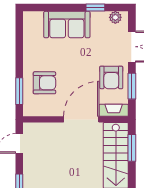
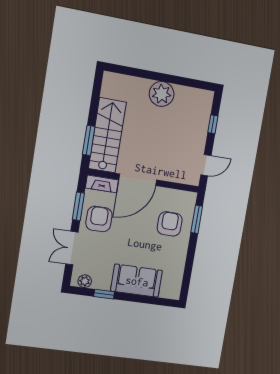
armchair: (44, 83) -> (170, 224), turned 90

